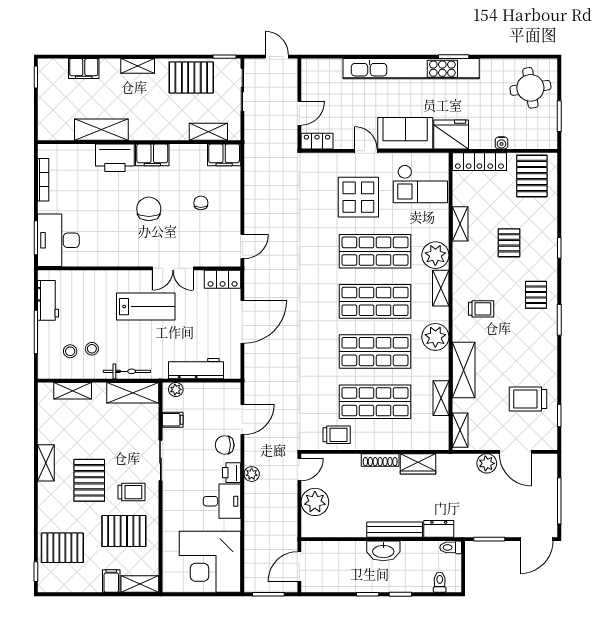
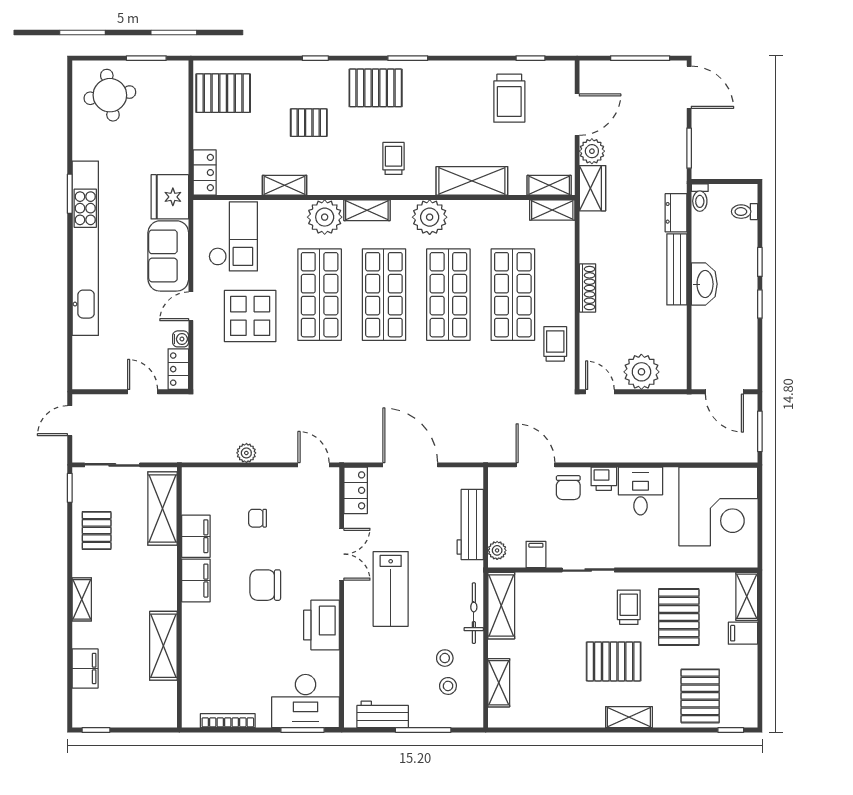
pallet: (191, 77) -> (97, 531), width x0.67, depth x0.71
shelving: (208, 132) -> (163, 509), width x1.50, depth x1.33
water cooler: (501, 143) -> (181, 339), moved
filing cabinet: (224, 155) -> (196, 536), moved
printer: (115, 158) -> (322, 625), moved, turned 180
locker: (479, 162) -> (205, 173), width x0.66
pallet: (536, 295) -> (376, 88), width x1.50, depth x1.42
lab bench: (146, 307) -> (391, 589), turned 180
shelving: (441, 398) -> (552, 210), moved
shelving: (46, 463) -> (629, 717), moved
wardrobe: (418, 464) -> (593, 188), moved
plant: (252, 474) -> (246, 453), moved

